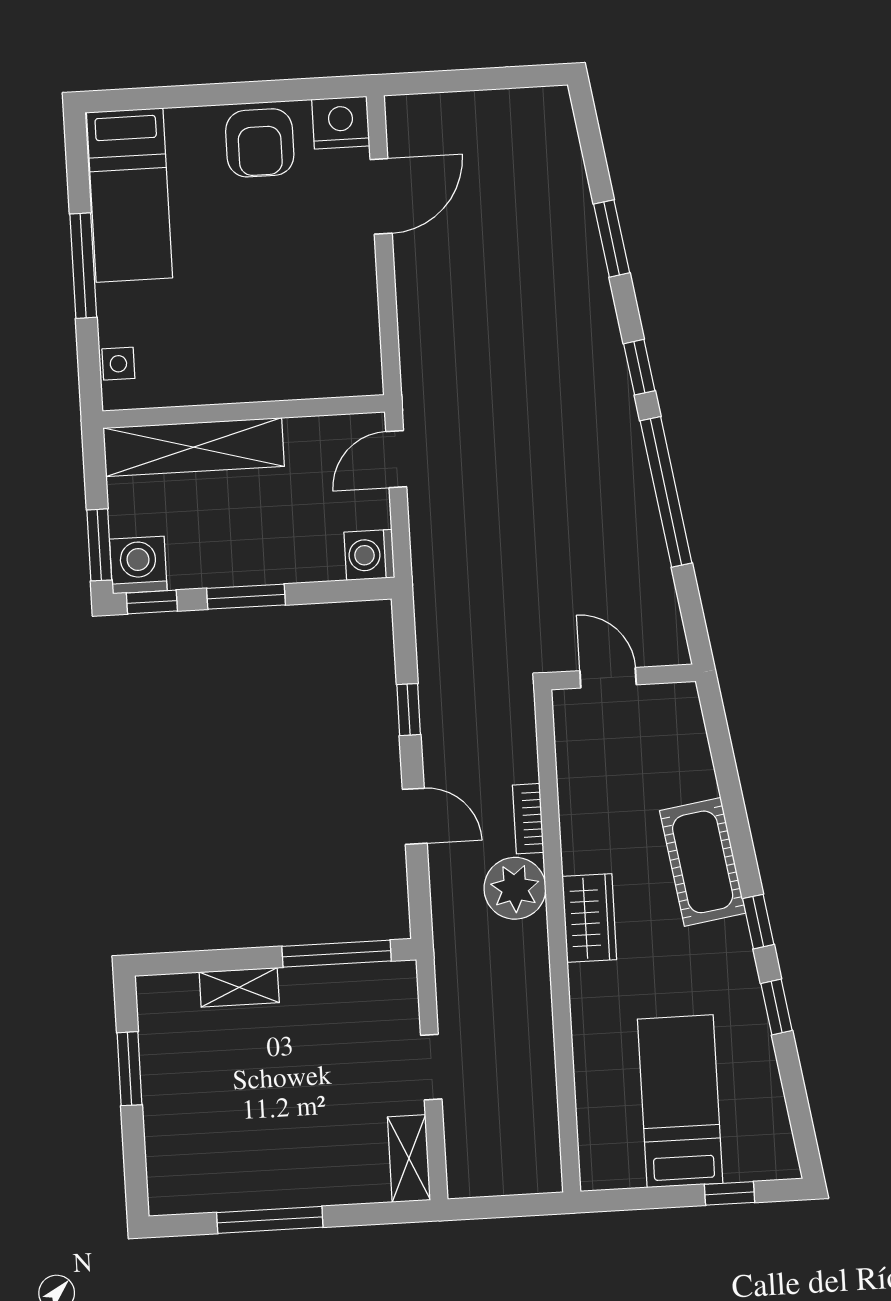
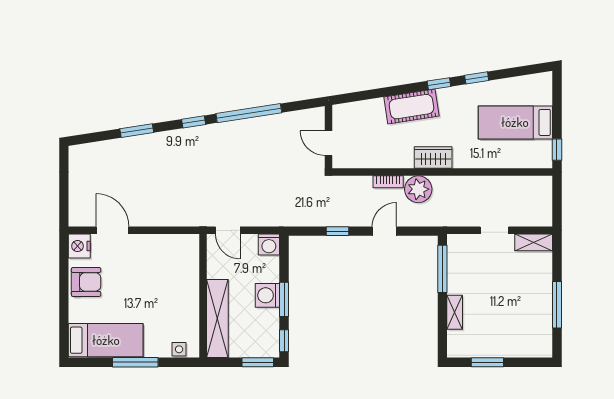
washing machine: (138, 565) -> (267, 295), moved
door: (608, 678) -> (329, 143), hinge flipped
window: (729, 1193) -> (557, 150), moved

